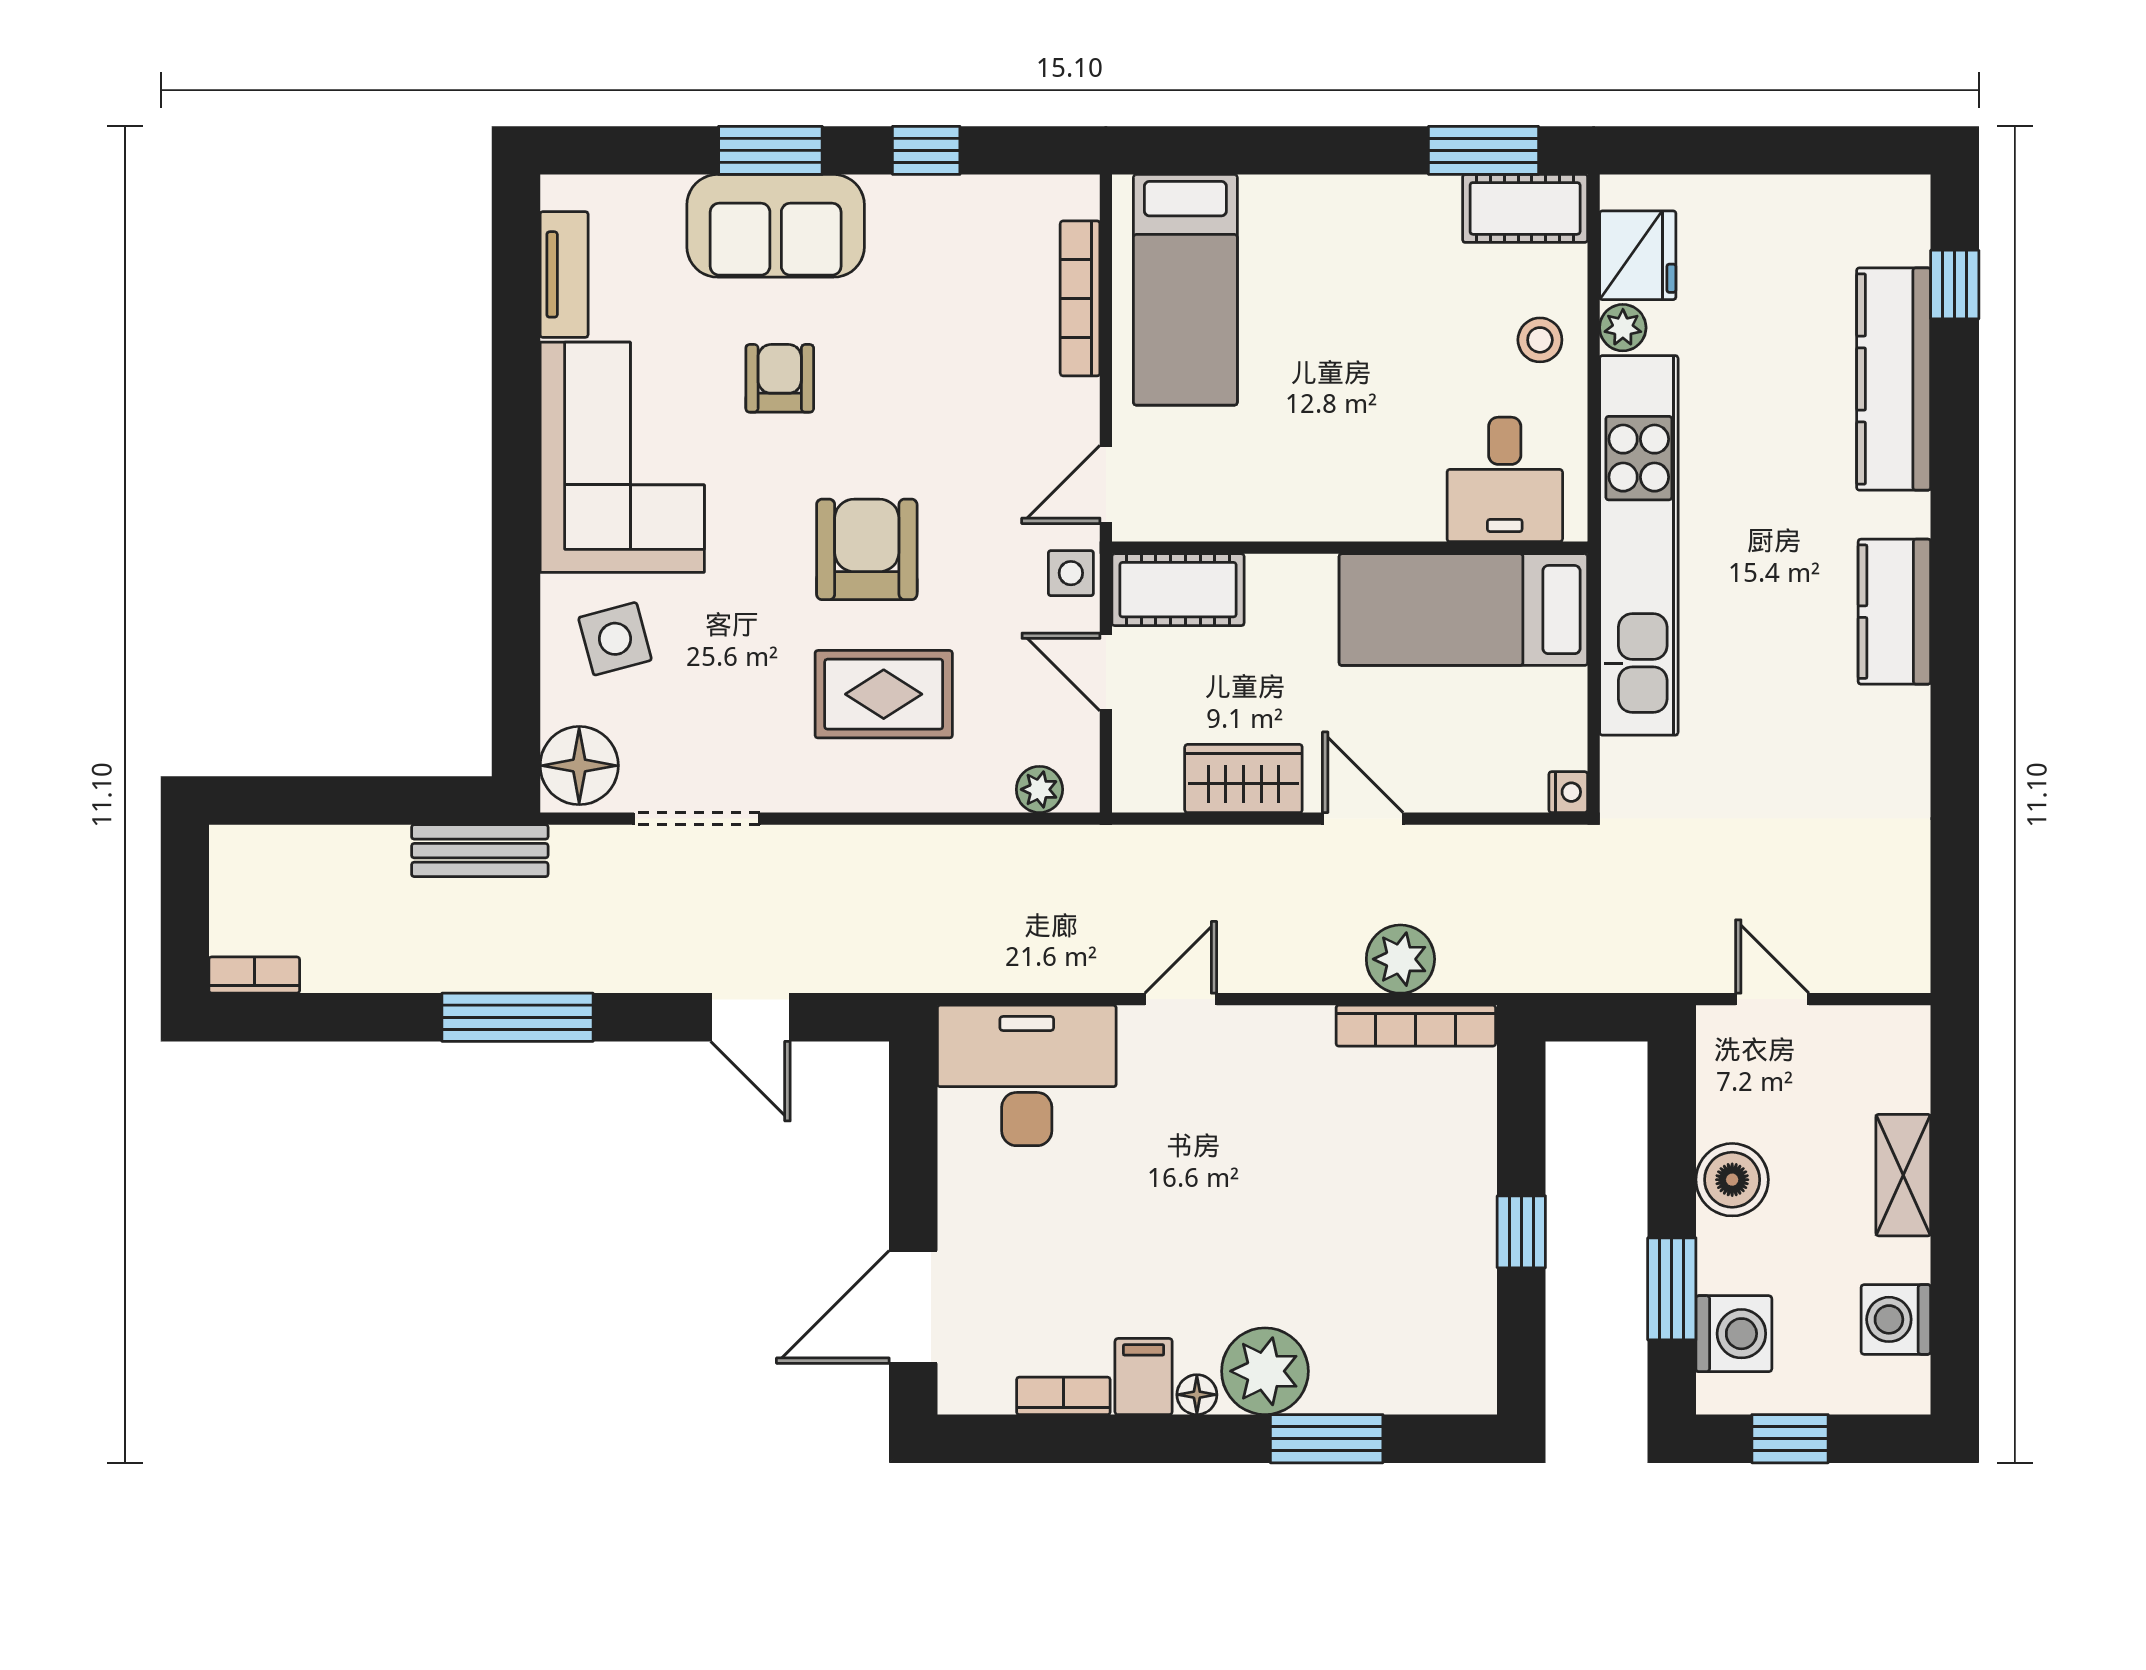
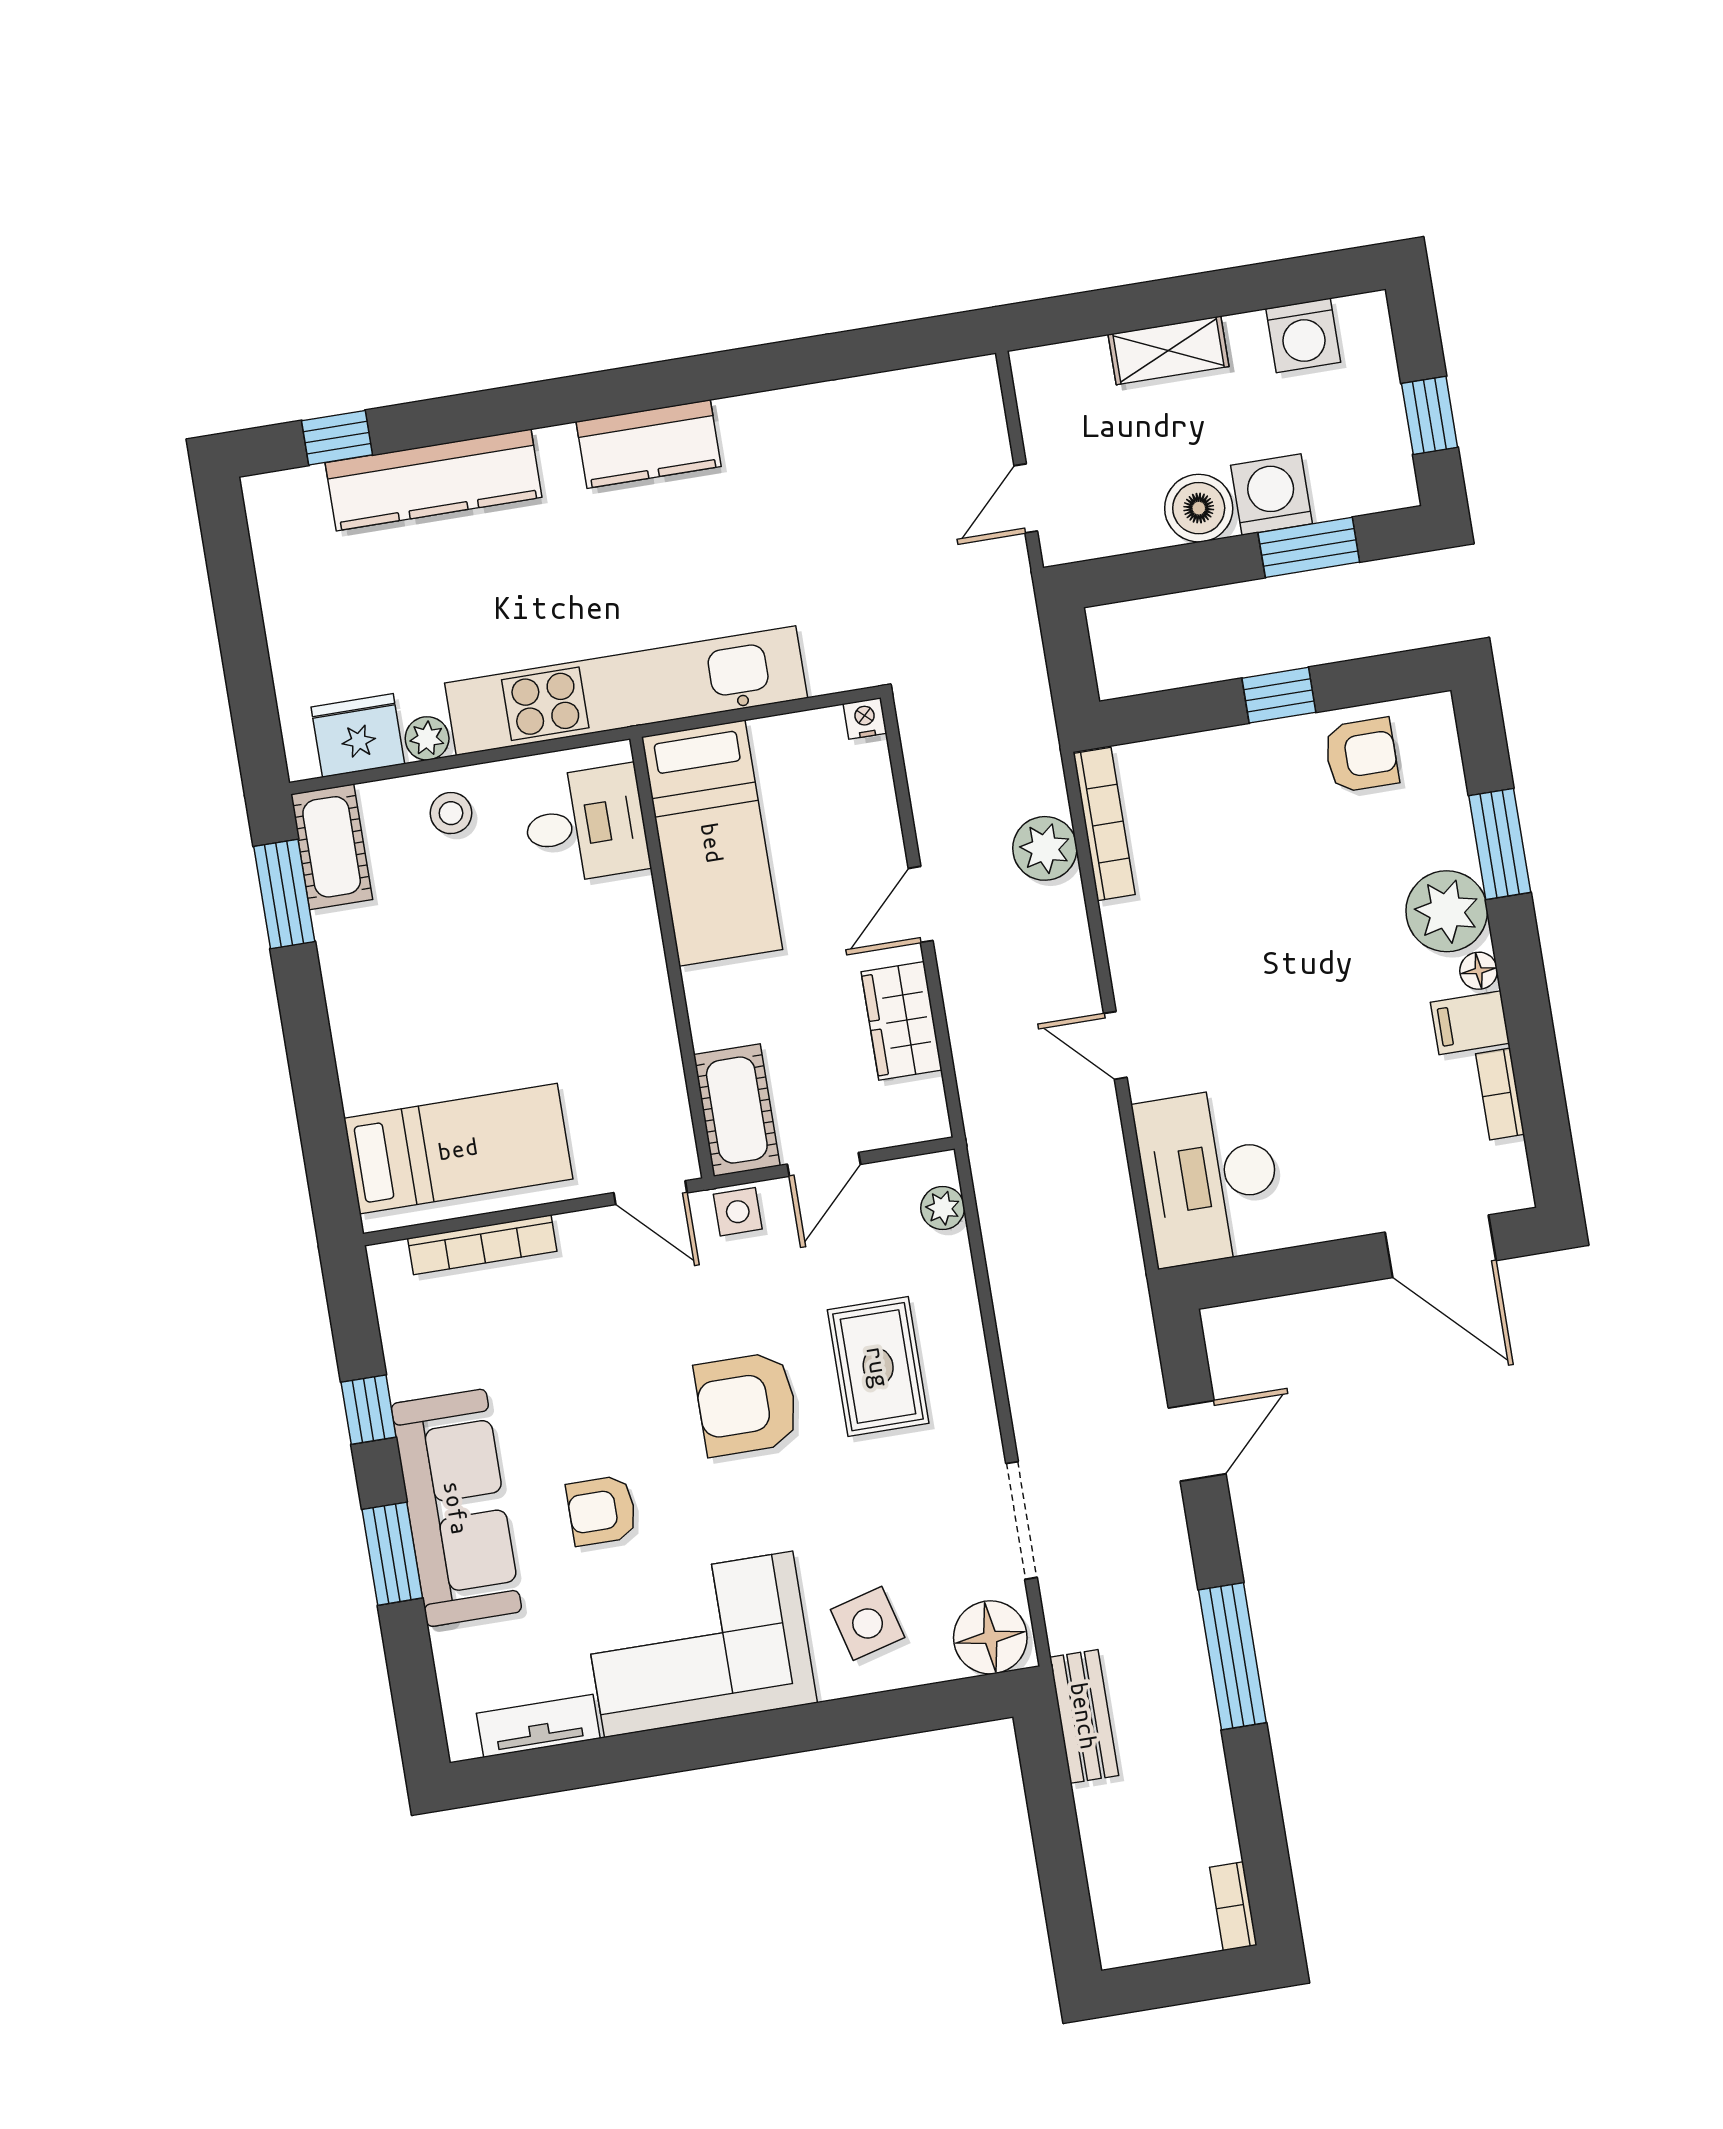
sofa: (776, 226) -> (456, 1508), width x1.36
armchair: (1444, 1308) -> (1361, 755), added
washing machine: (1734, 1334) -> (1272, 495), moved

